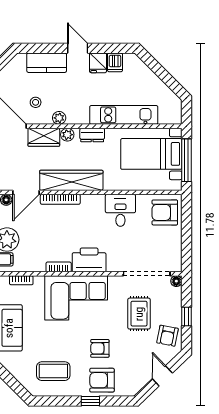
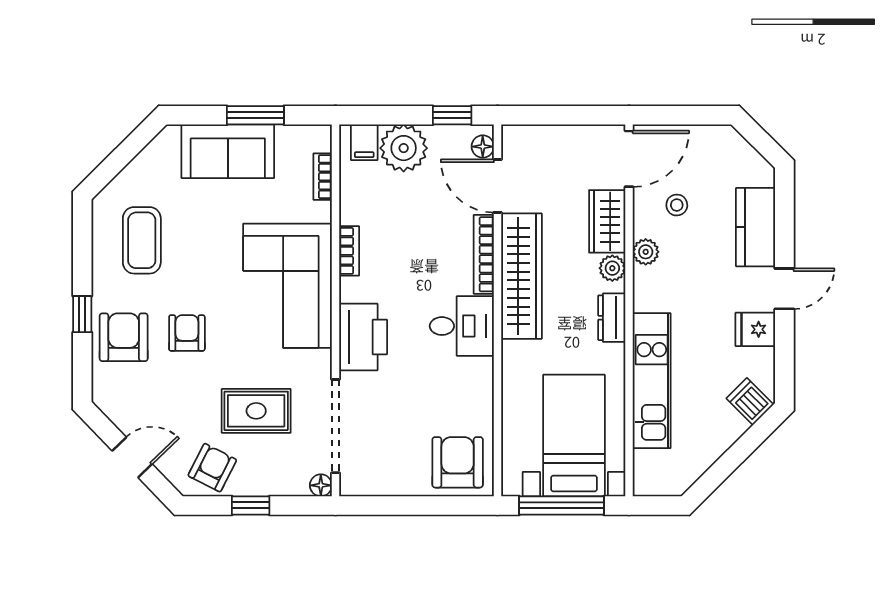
dishwasher: (115, 62) -> (750, 401), moved, turned 45
desk: (120, 210) -> (462, 326), moved
printer: (89, 260) -> (363, 337), moved
armchair: (168, 336) -> (212, 468), turned 106

